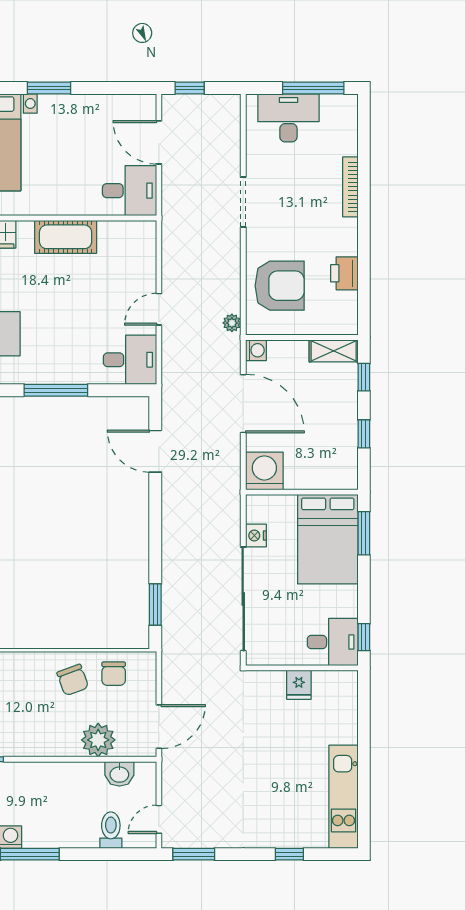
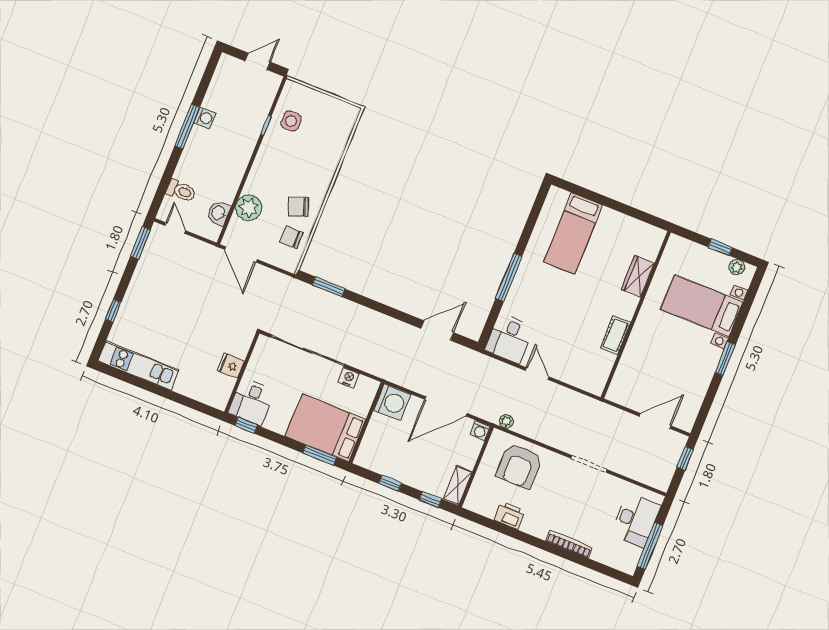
desk: (129, 191) -> (629, 386), removed
cot: (66, 237) -> (615, 335), width x0.73, depth x0.75

